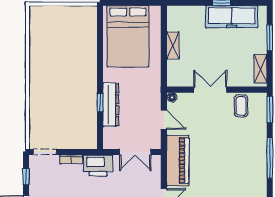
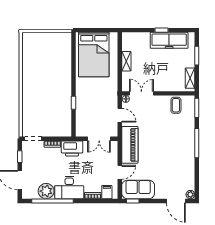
double door: (210, 90) -> (141, 93), moved
dresser: (111, 105) -> (81, 104), removed

